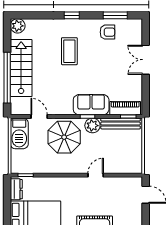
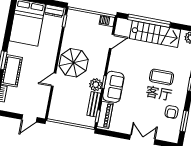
bench: (121, 124) -> (94, 104), width x0.73
barbecue: (19, 133) -> (107, 21), width x0.53, depth x0.65
parasol: (64, 137) -> (74, 63), moved
door: (96, 175) -> (54, 80), swing flipped

